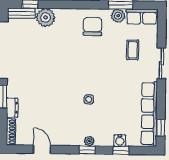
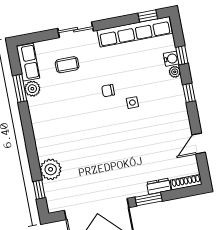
bench: (21, 13) -> (51, 197), removed
chair: (93, 26) -> (108, 91), moved, width x0.54, depth x0.54
plant: (89, 141) -> (175, 72), moved

